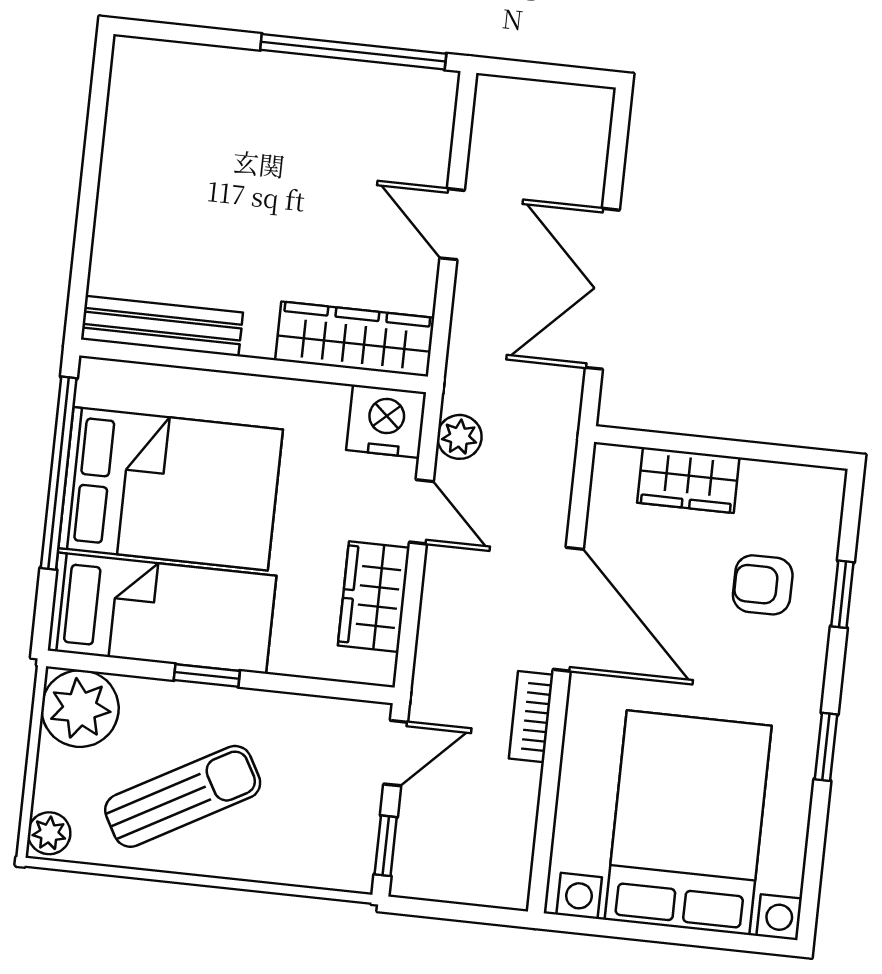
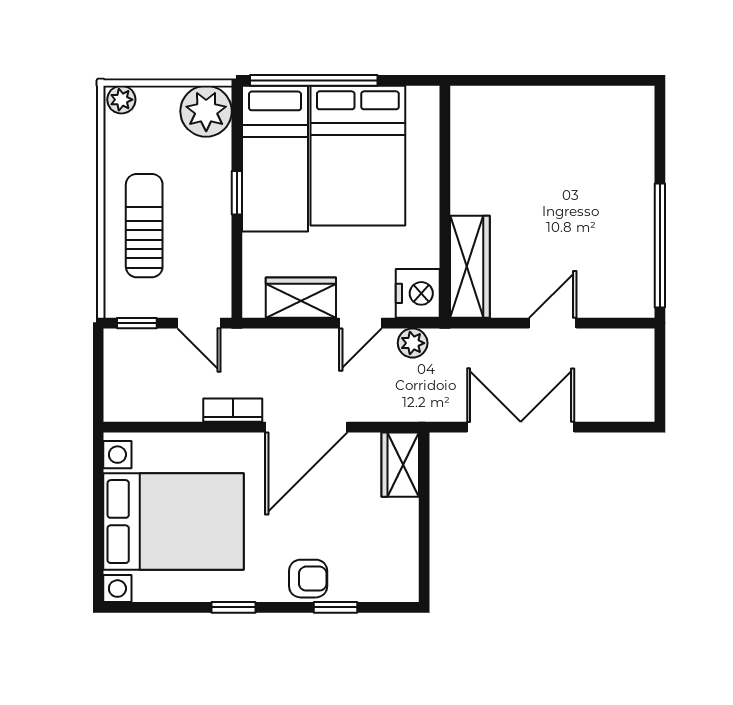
bench: (162, 326) -> (465, 138), removed
window: (59, 473) -> (314, 80), moved
wardrobe: (688, 480) -> (400, 465), moved
armchair: (763, 585) -> (308, 579), moved, turned 90
sun lounger: (183, 796) -> (144, 226), moved, turned -151

